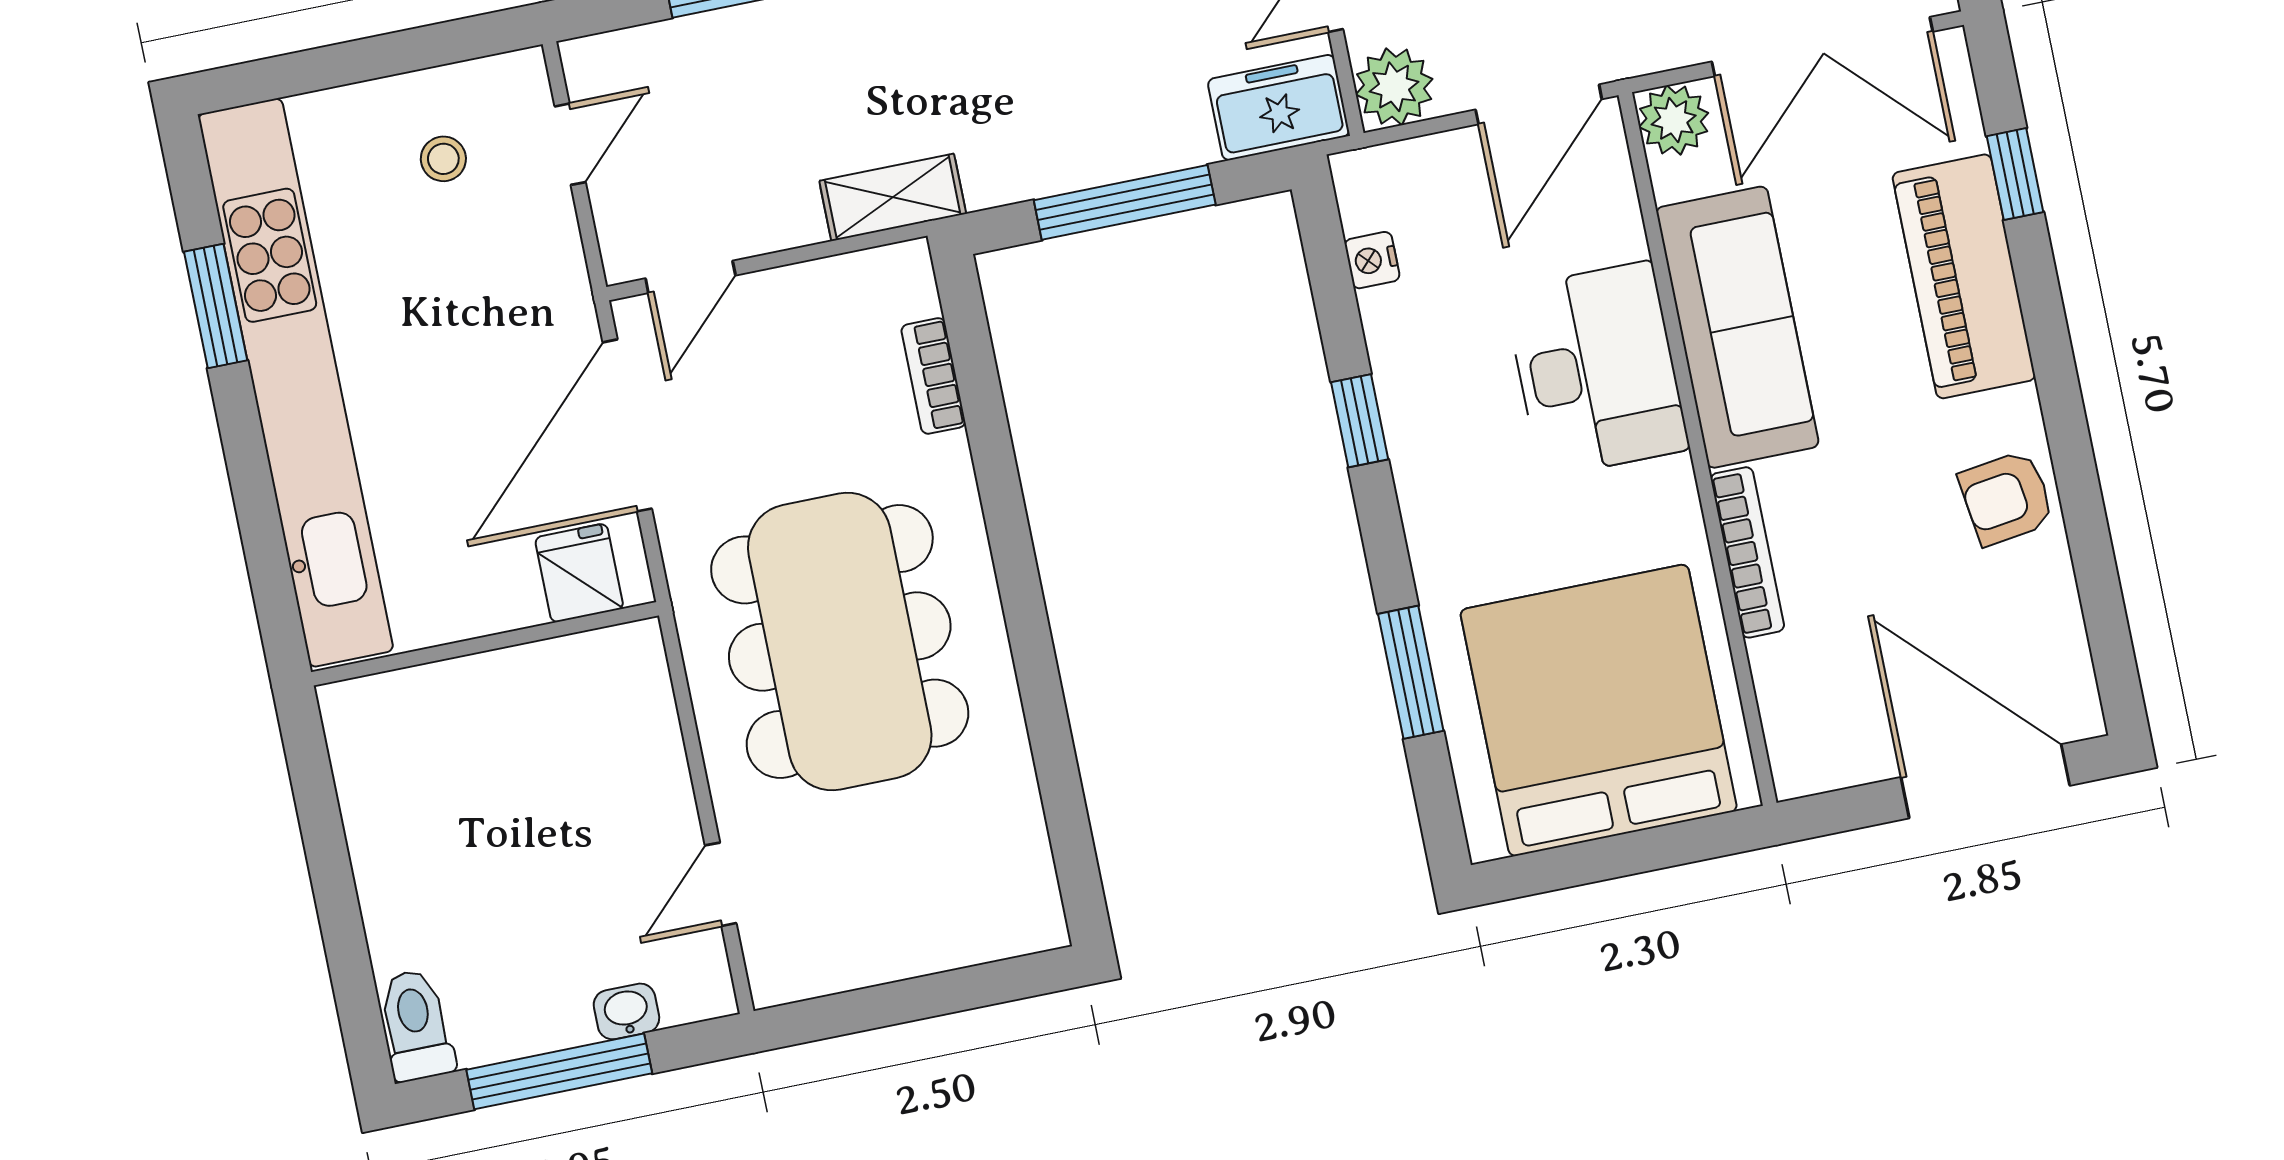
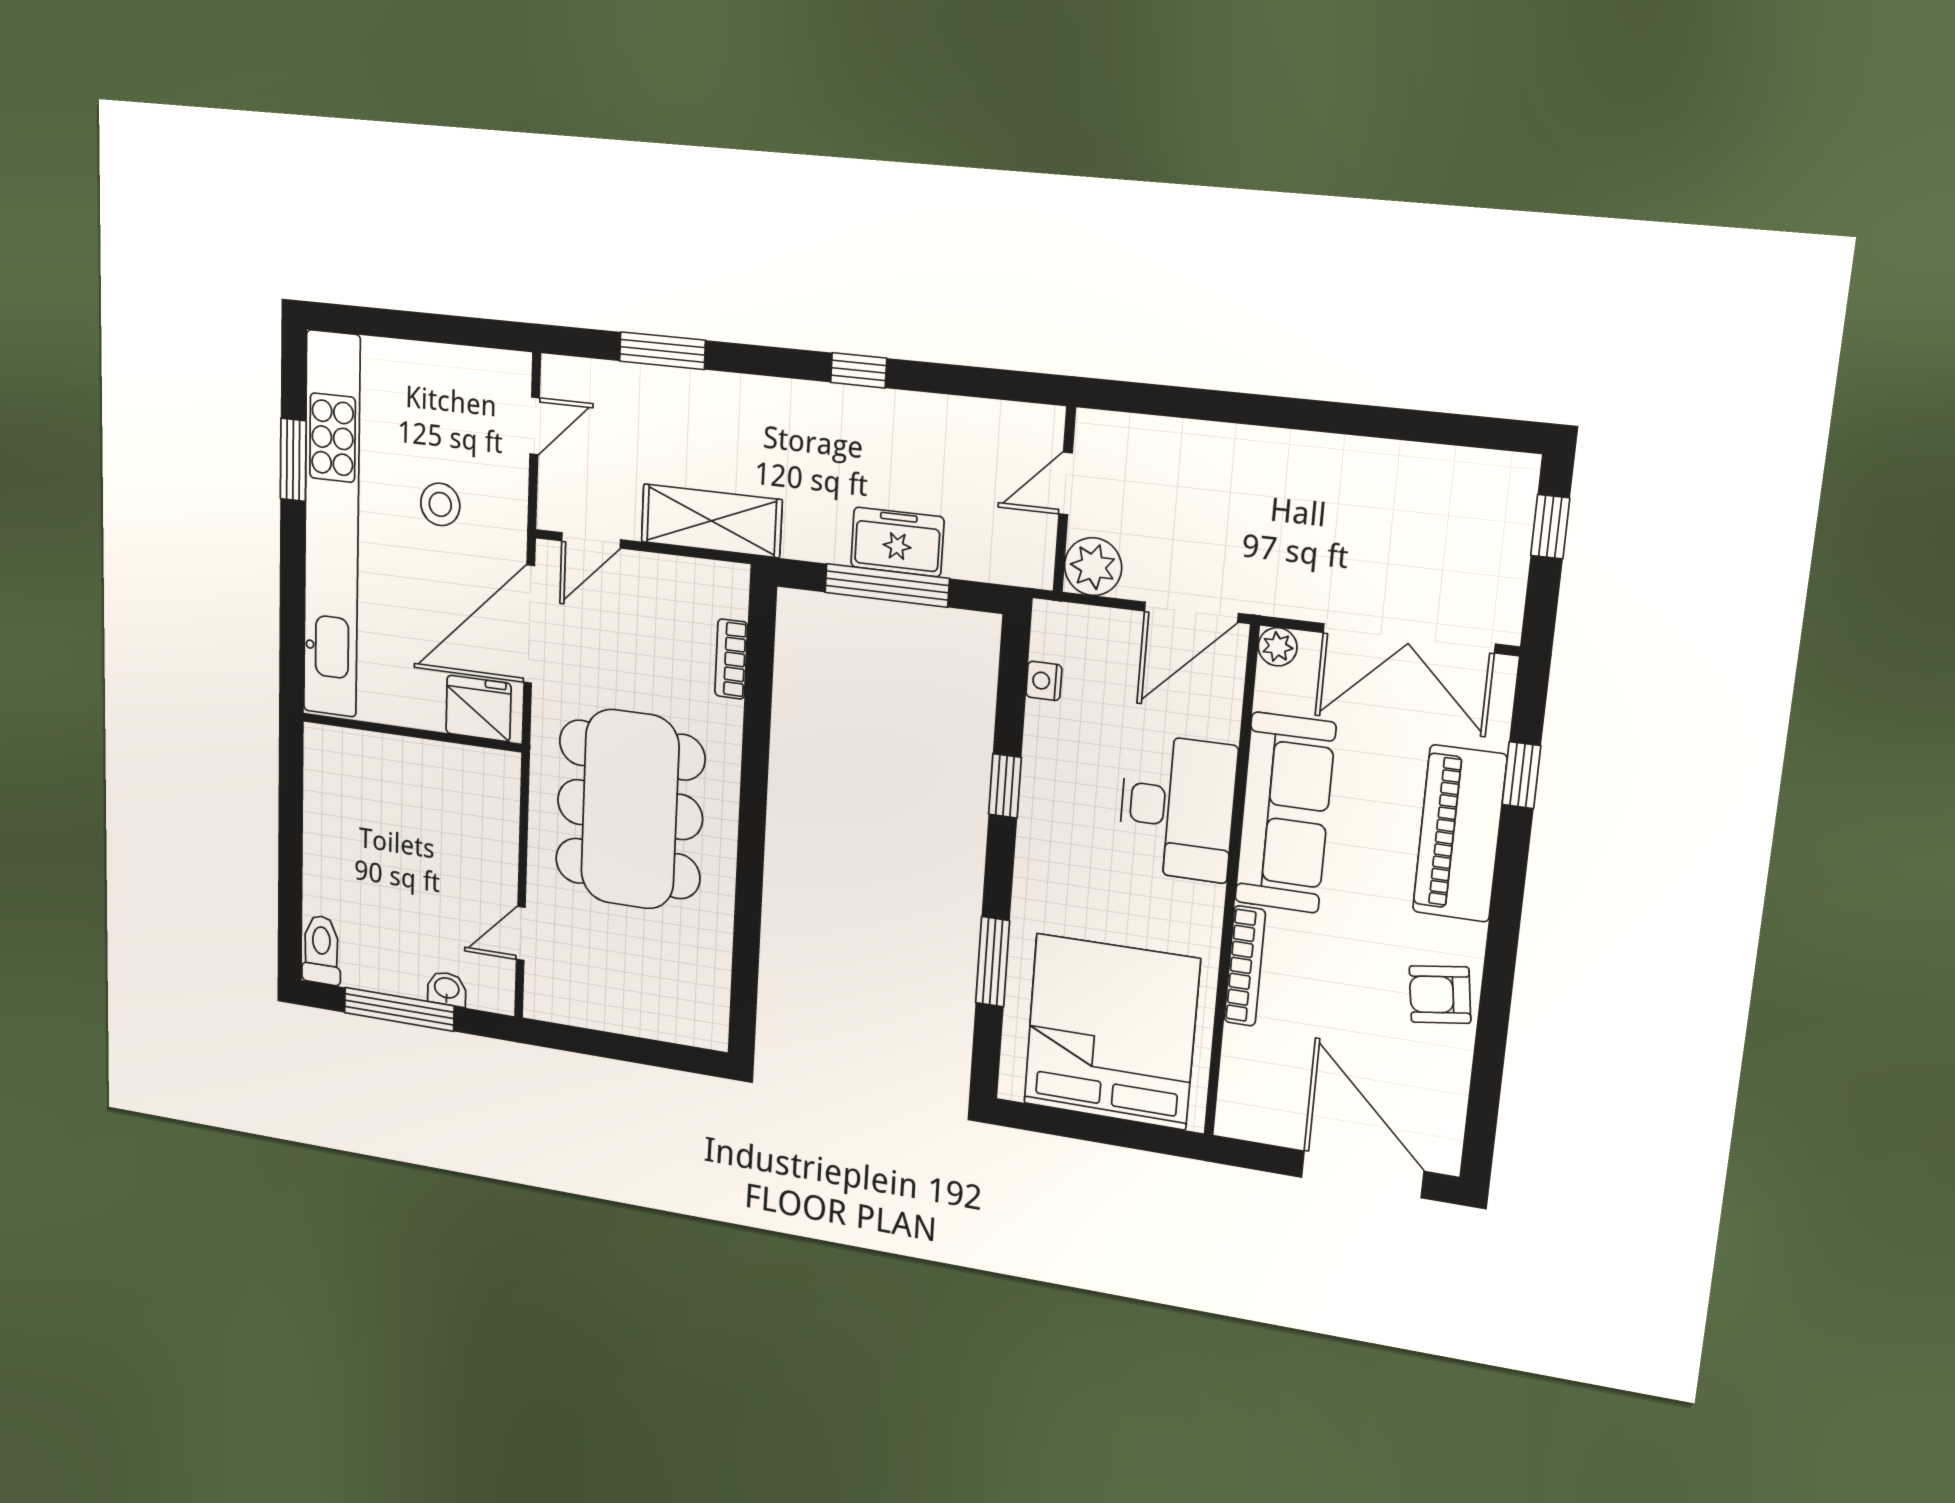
freezer: (1279, 108) -> (897, 542), moved
plant: (1674, 120) -> (1278, 647), width x0.73, depth x0.73
stool: (443, 159) -> (440, 504), moved, width x1.37, depth x1.37
shelving: (893, 197) -> (711, 521), width x1.50, depth x1.33
fridge: (579, 573) -> (478, 708), width x1.38

